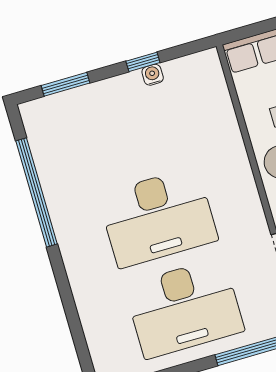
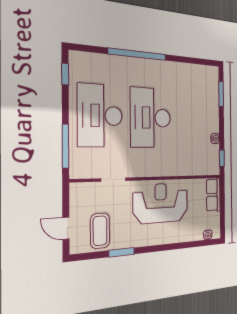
window: (143, 62) -> (222, 158), moved
window: (36, 192) -> (138, 54), moved

